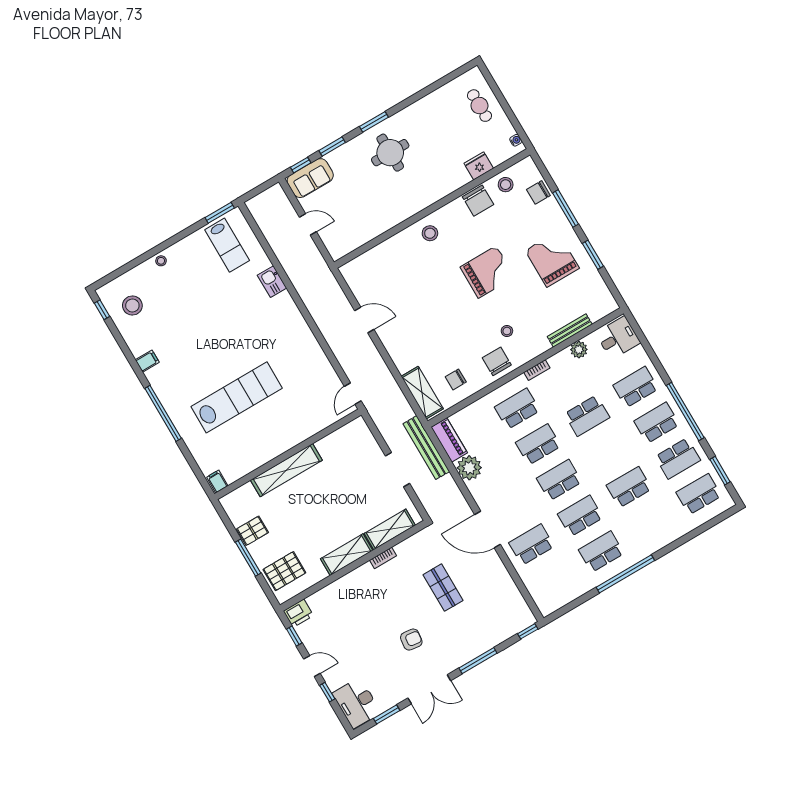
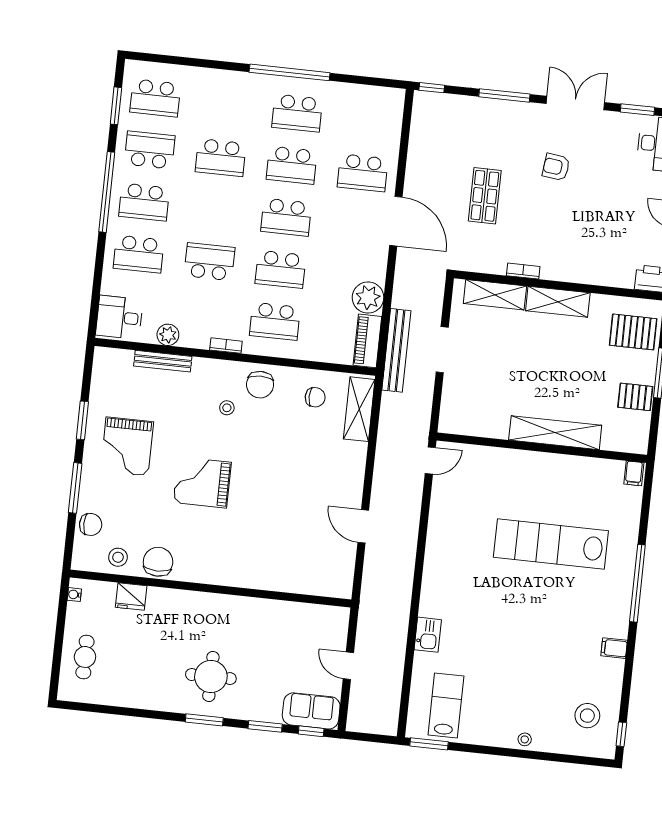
stool: (430, 233) -> (231, 565), removed

